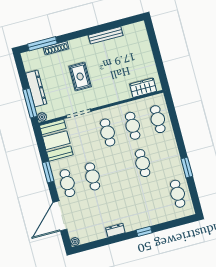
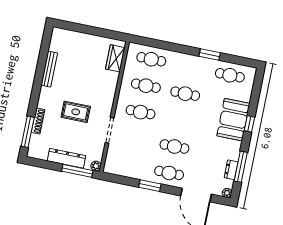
booth: (56, 140) -> (233, 120), moved, turned 90
dresser: (115, 230) -> (231, 170), moved
window: (103, 242) -> (241, 167), added

